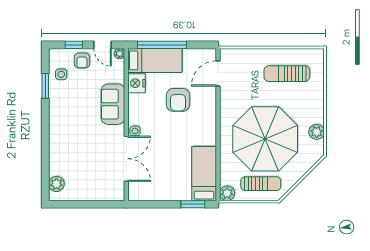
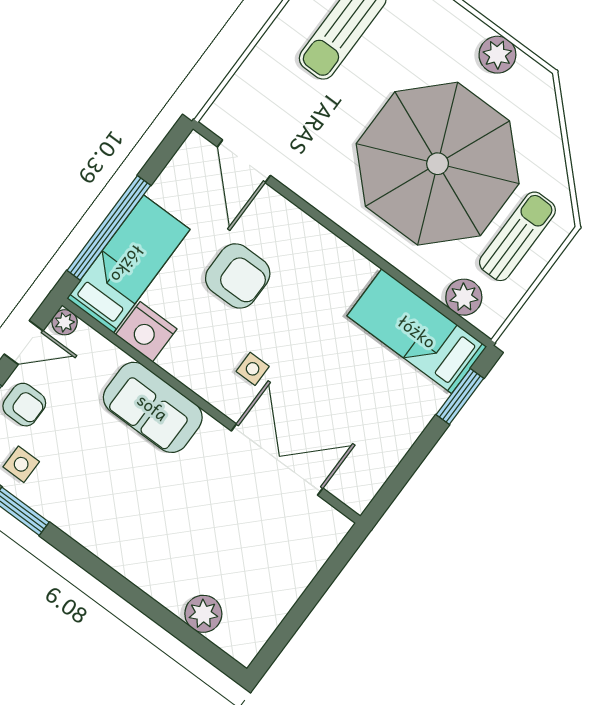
side table: (135, 131) -> (253, 369), moved
plant: (56, 184) -> (203, 614), moved
plant: (227, 193) -> (464, 297), moved

